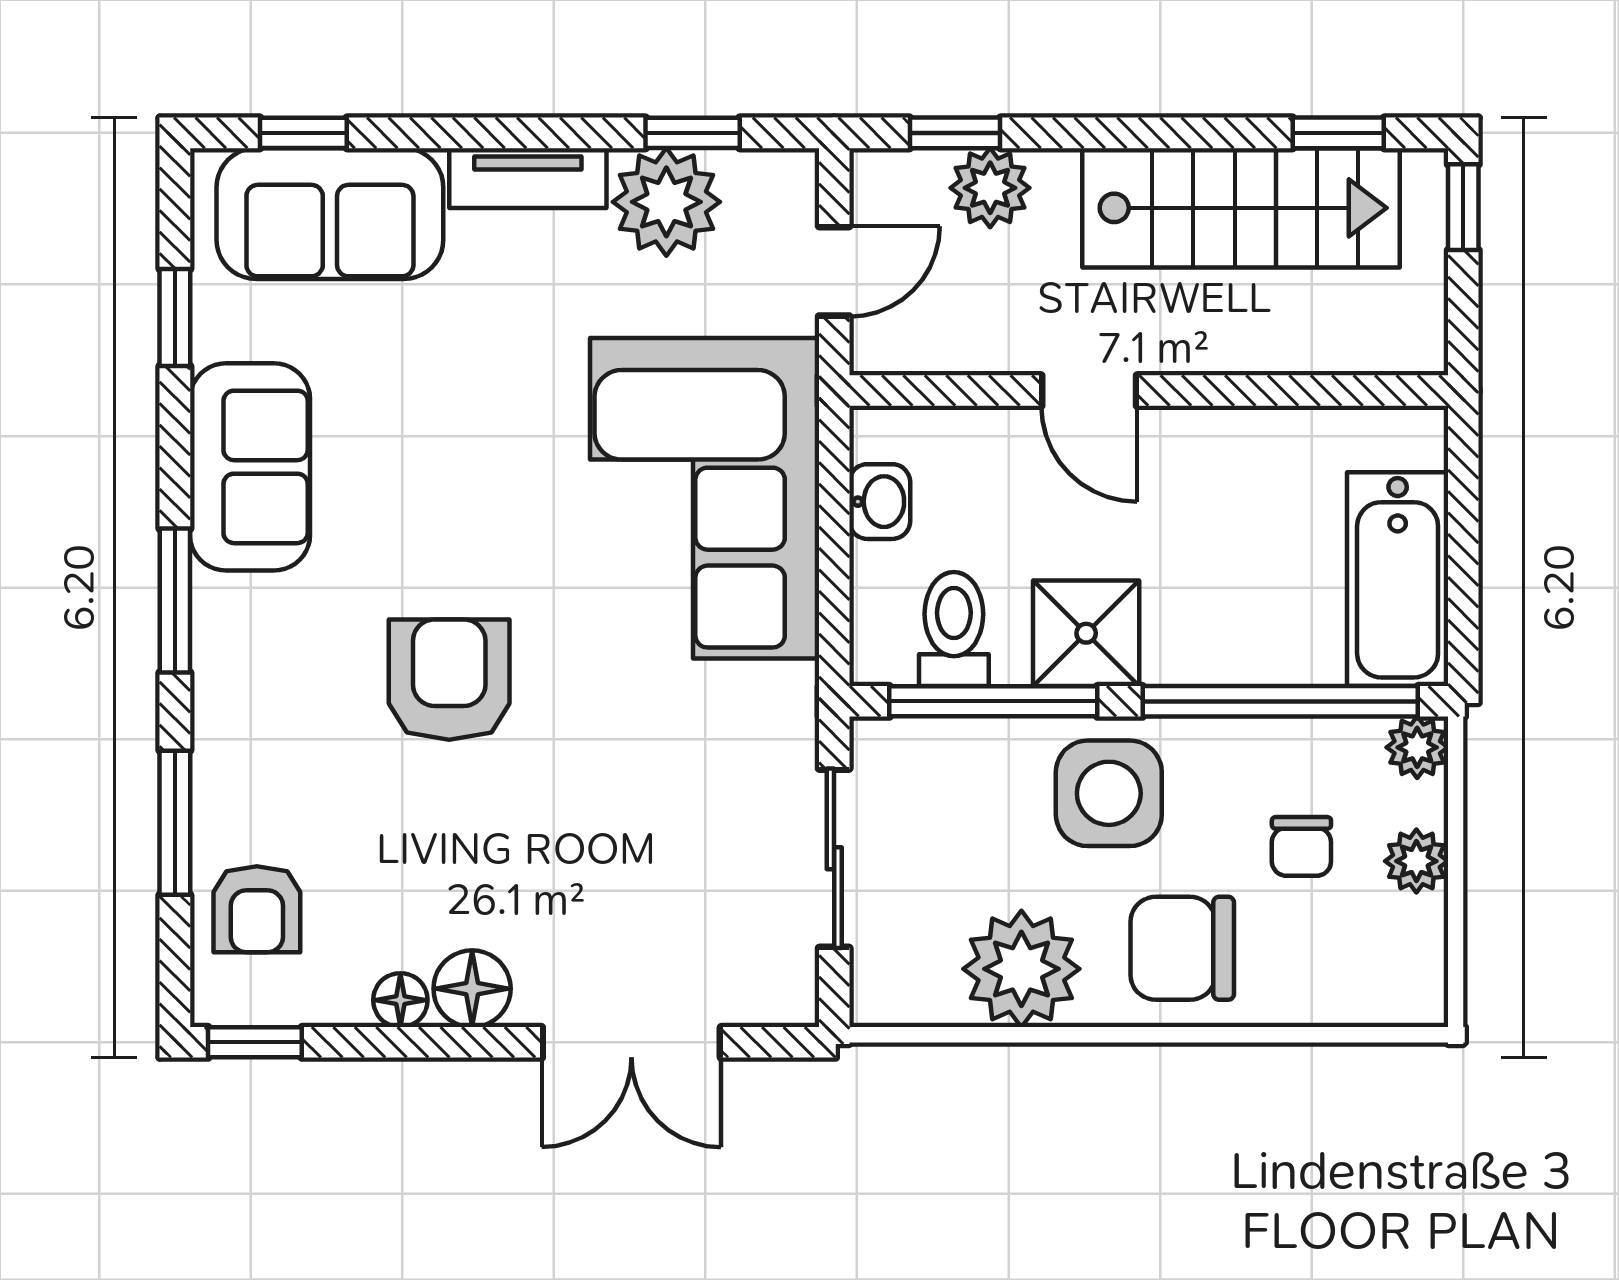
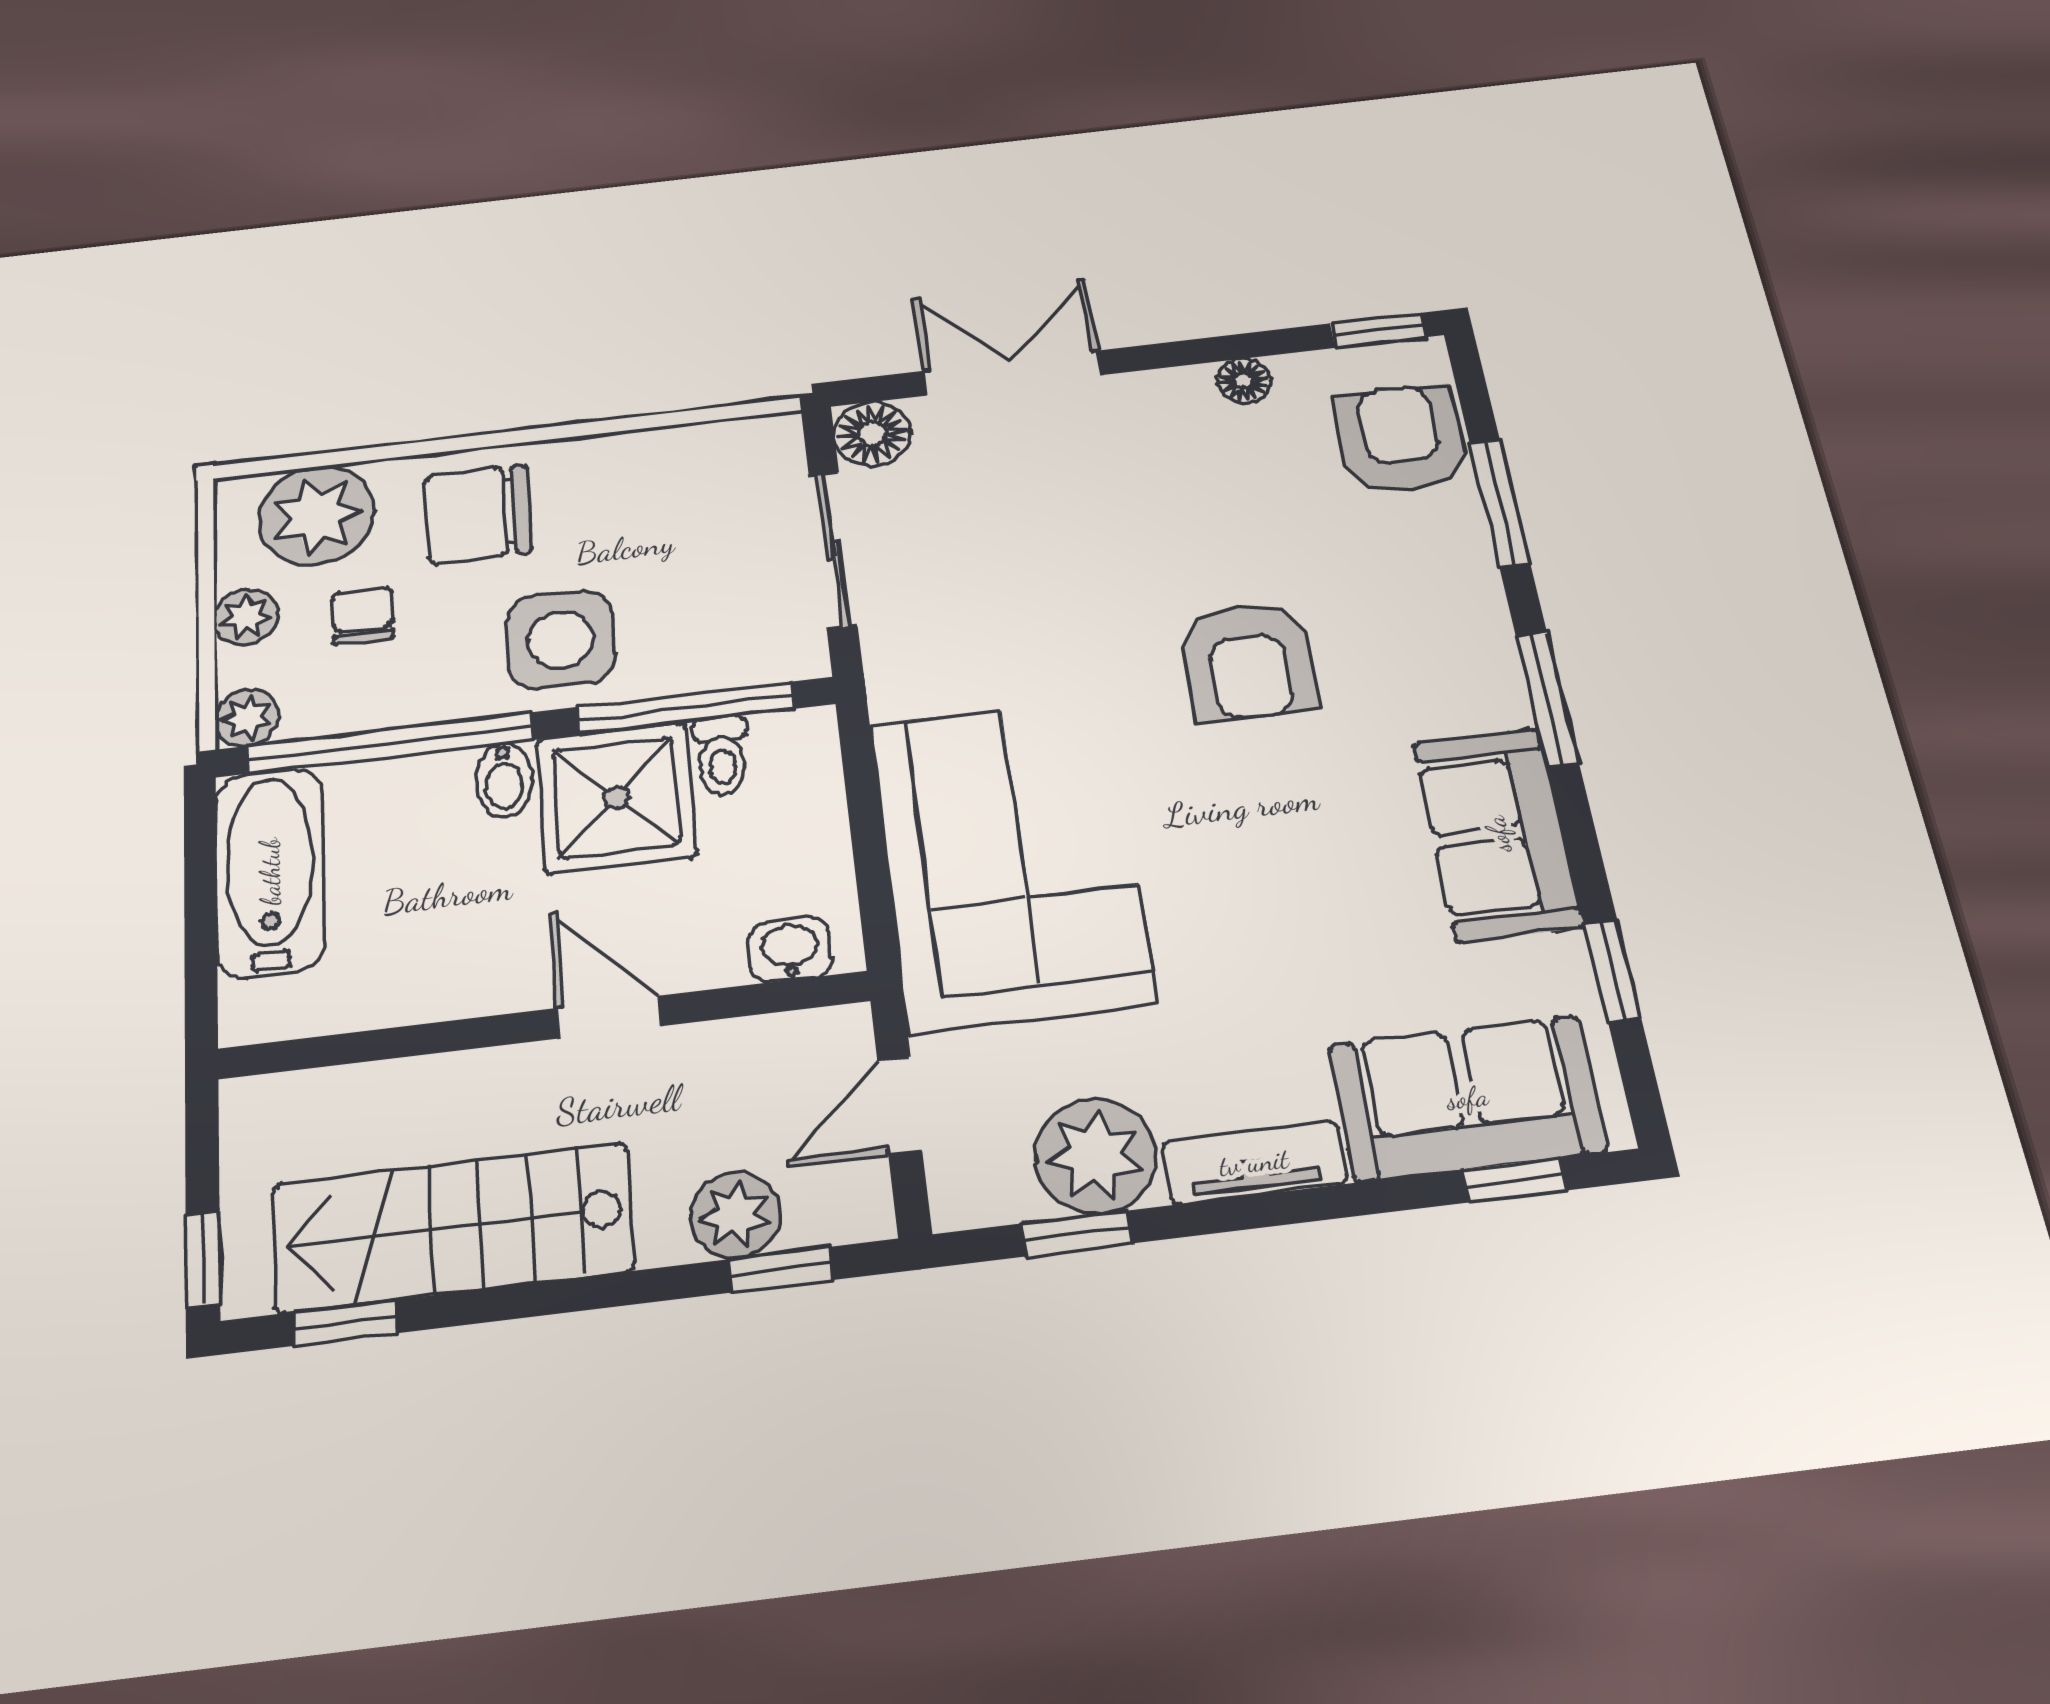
washbasin: (880, 502) -> (790, 949), moved, turned 90
toilet: (954, 629) -> (722, 756), width x0.73, depth x0.72
shower: (1086, 633) -> (616, 797), width x1.36, depth x1.36
bidet: (1172, 646) -> (504, 780), added
armchair: (257, 909) -> (1401, 439), width x1.38, depth x1.38
chair: (1182, 948) -> (478, 514), turned 180
plant: (1021, 969) -> (316, 516), moved
floor lamp: (472, 989) -> (873, 434), moved

